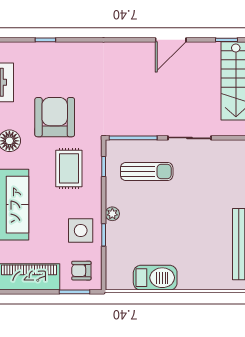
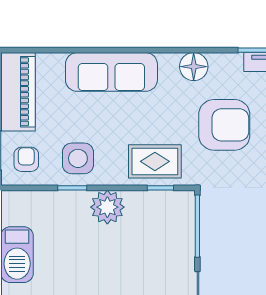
rug: (69, 168) -> (155, 161), moved
sun lounger: (147, 172) -> (154, 244), removed
plant: (112, 214) -> (107, 207), width x1.88, depth x1.88

